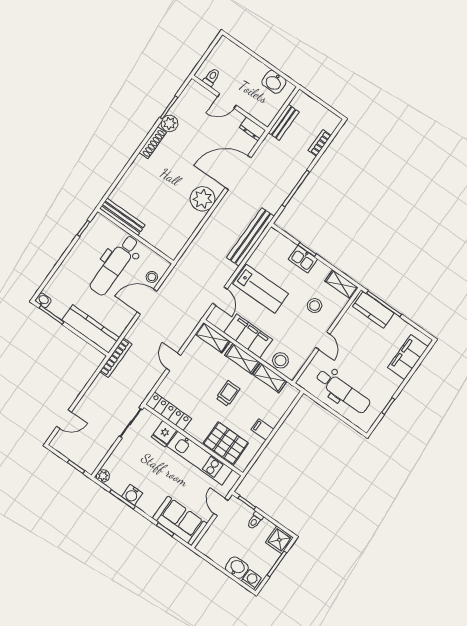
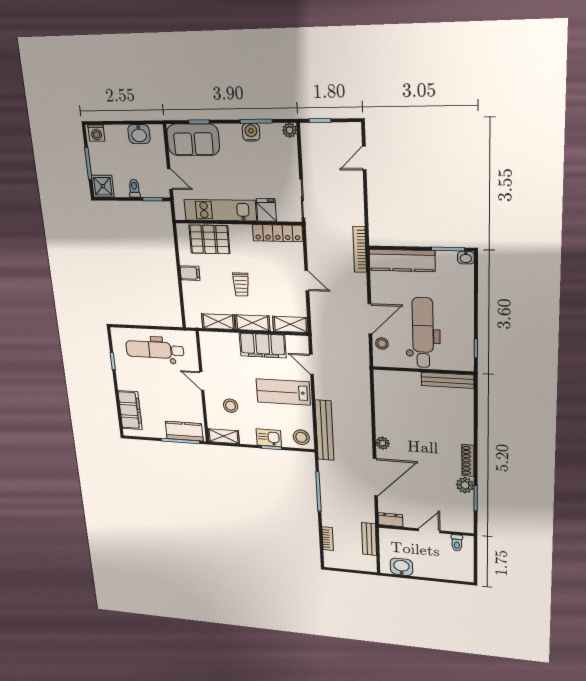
plant: (203, 199) -> (383, 443), width x0.53, depth x0.53
stool: (280, 360) -> (301, 437), moved
washbasin: (237, 568) -> (139, 134), moved

